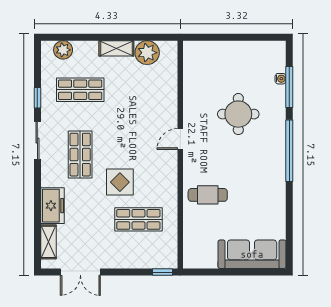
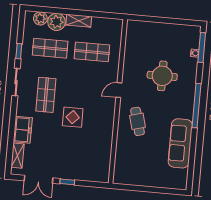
plant: (147, 53) -> (57, 22), moved
window: (289, 87) -> (202, 48), moved
cafe table: (208, 195) -> (138, 121), moved, turned 75
shop shelf: (138, 219) -> (92, 52), moved
sofa: (252, 254) -> (180, 143), moved, turned -90
window: (163, 272) -> (67, 182), moved

